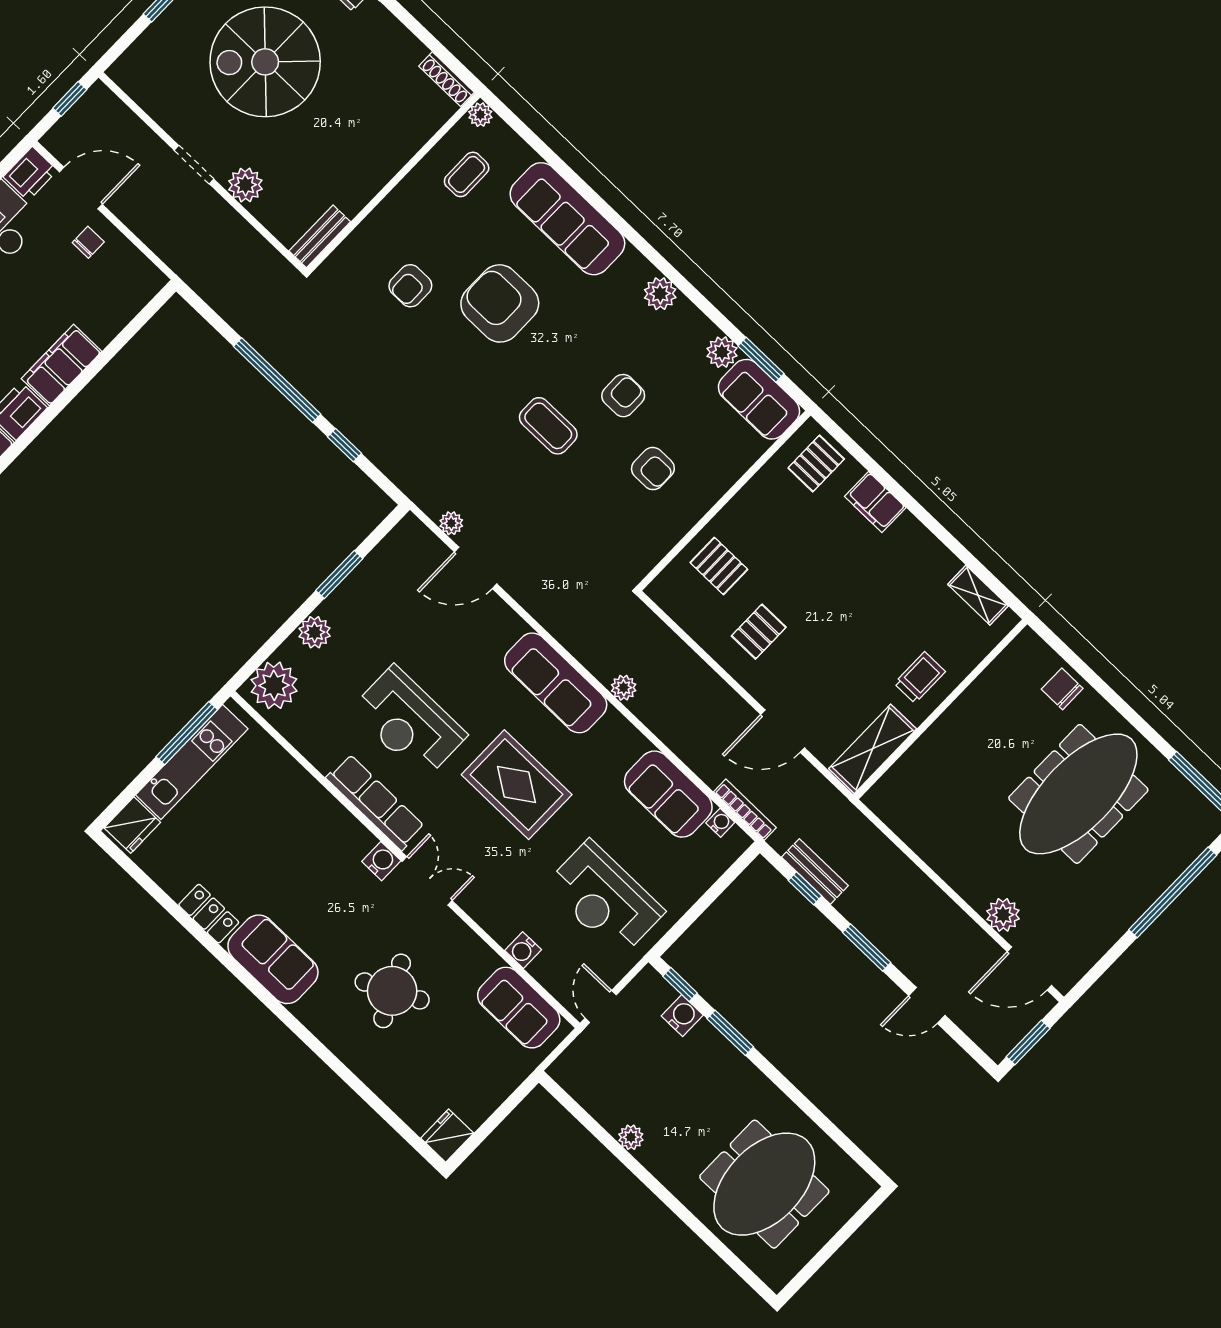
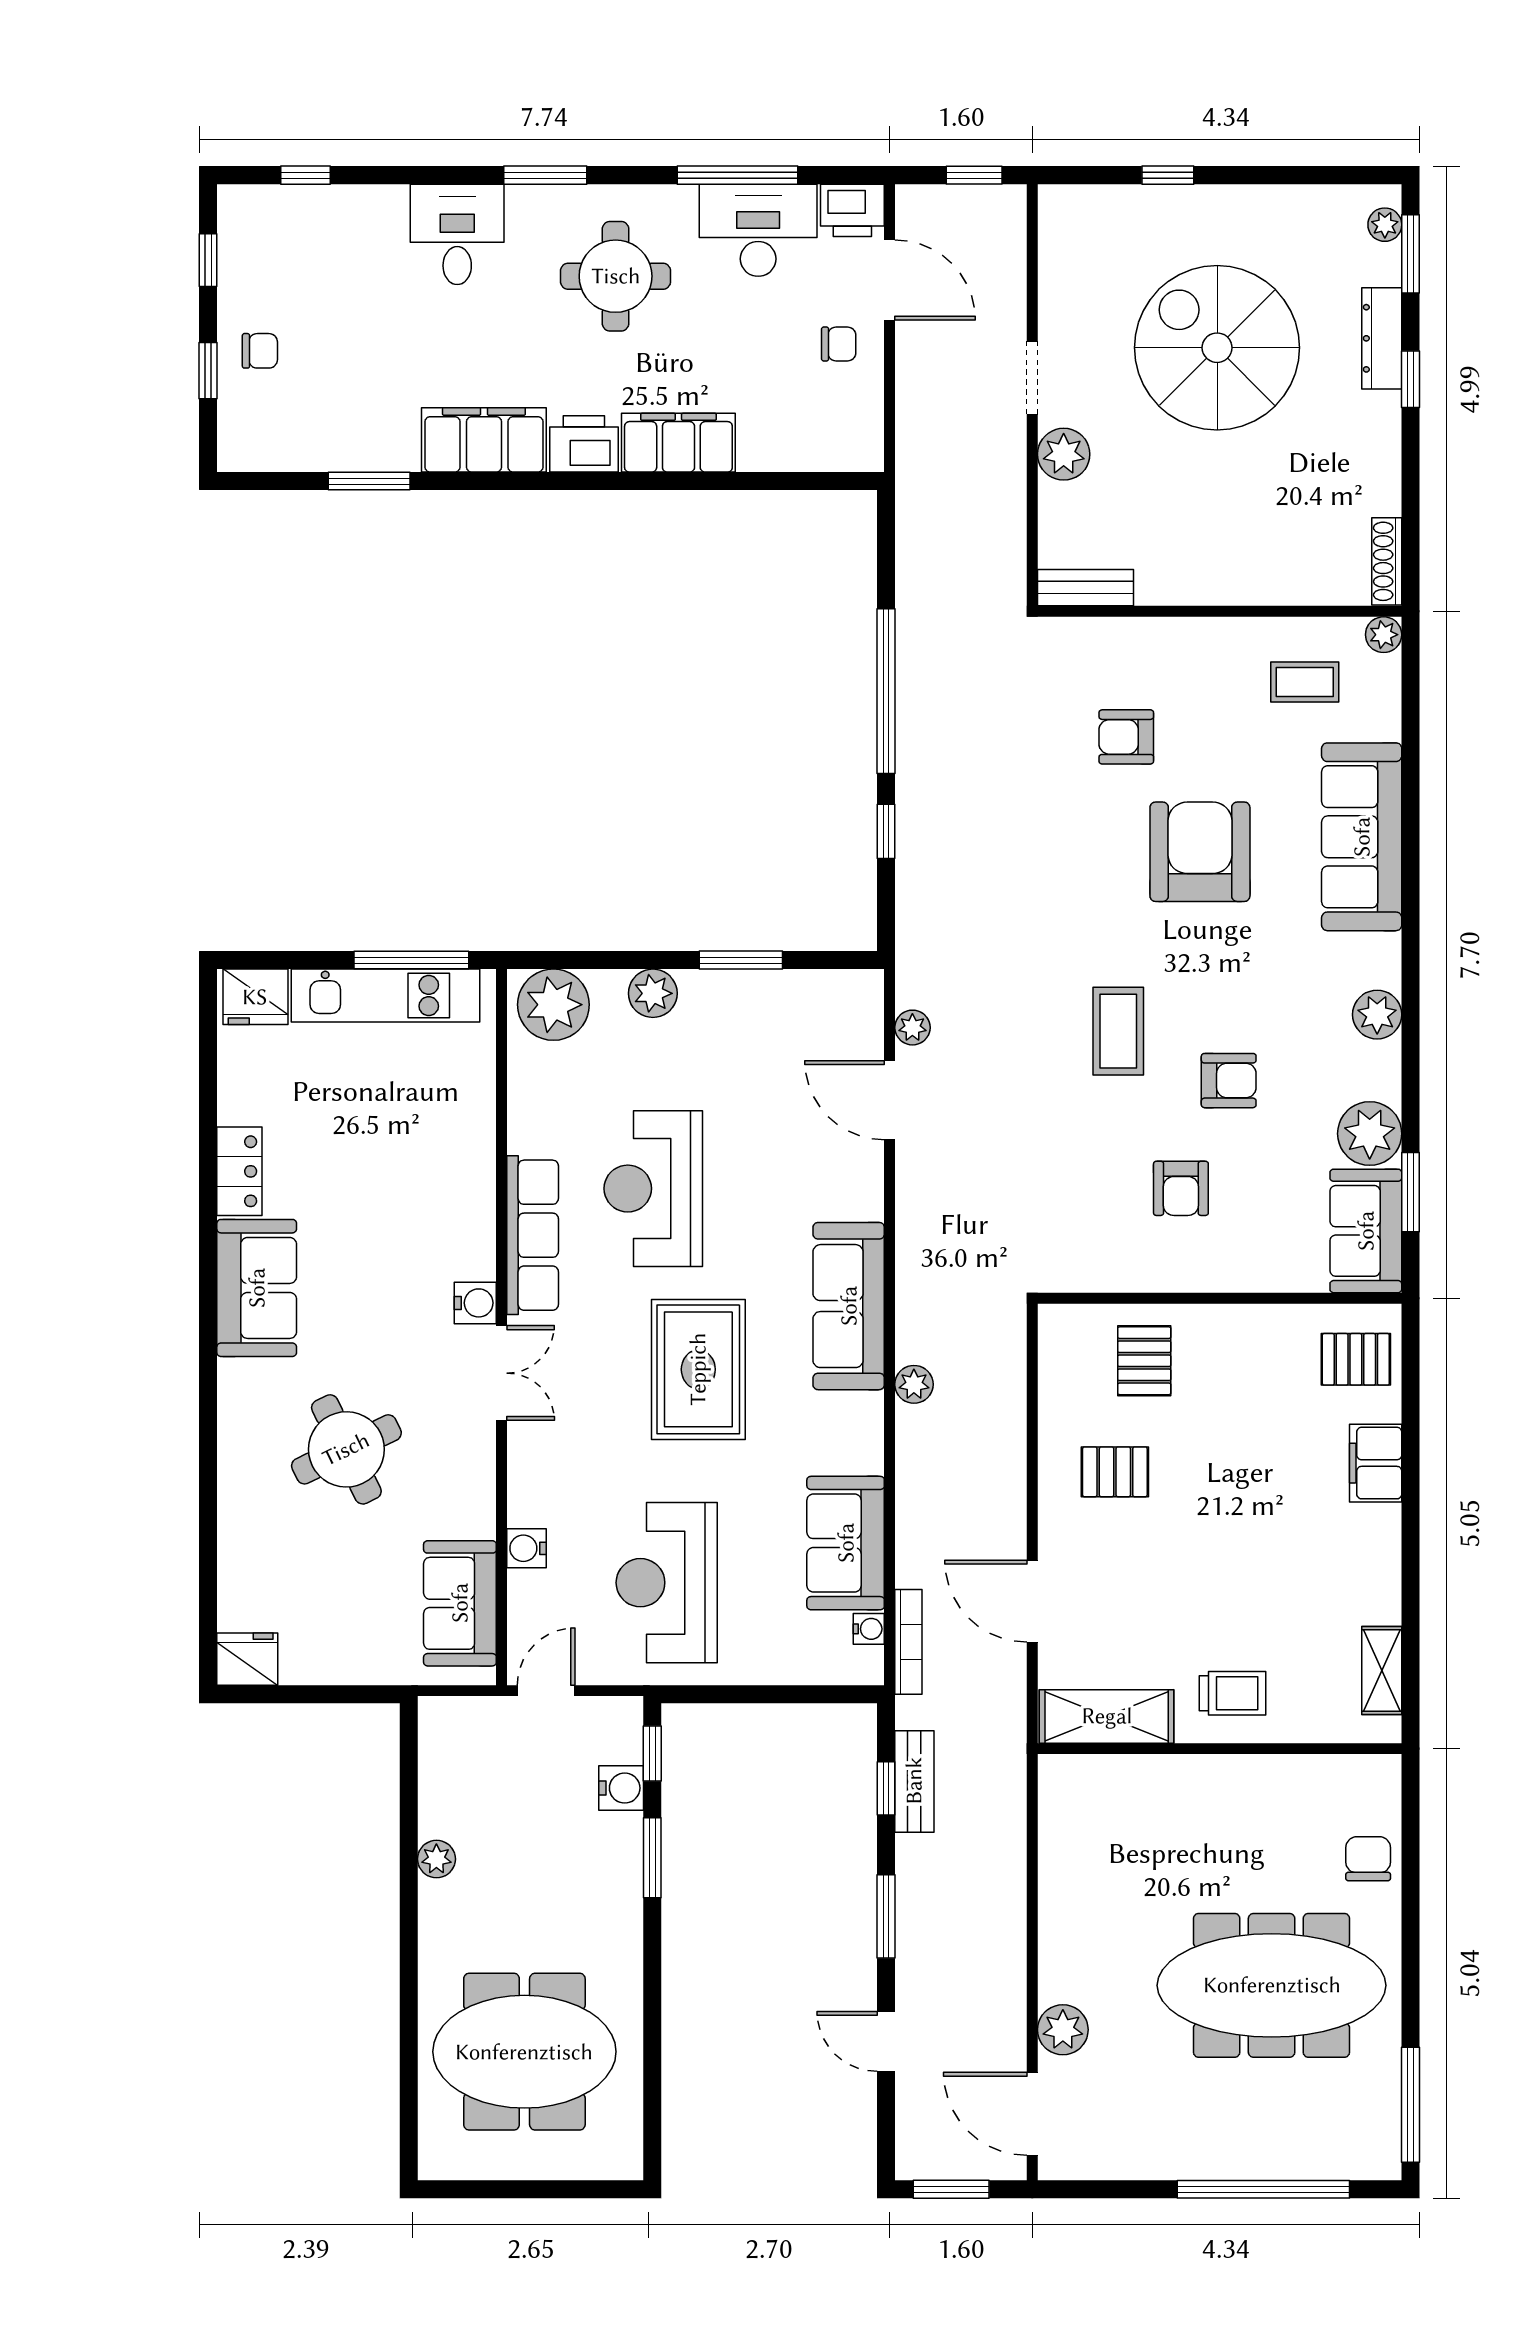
plant: (722, 352) -> (1370, 1134), width x1.36, depth x1.36

